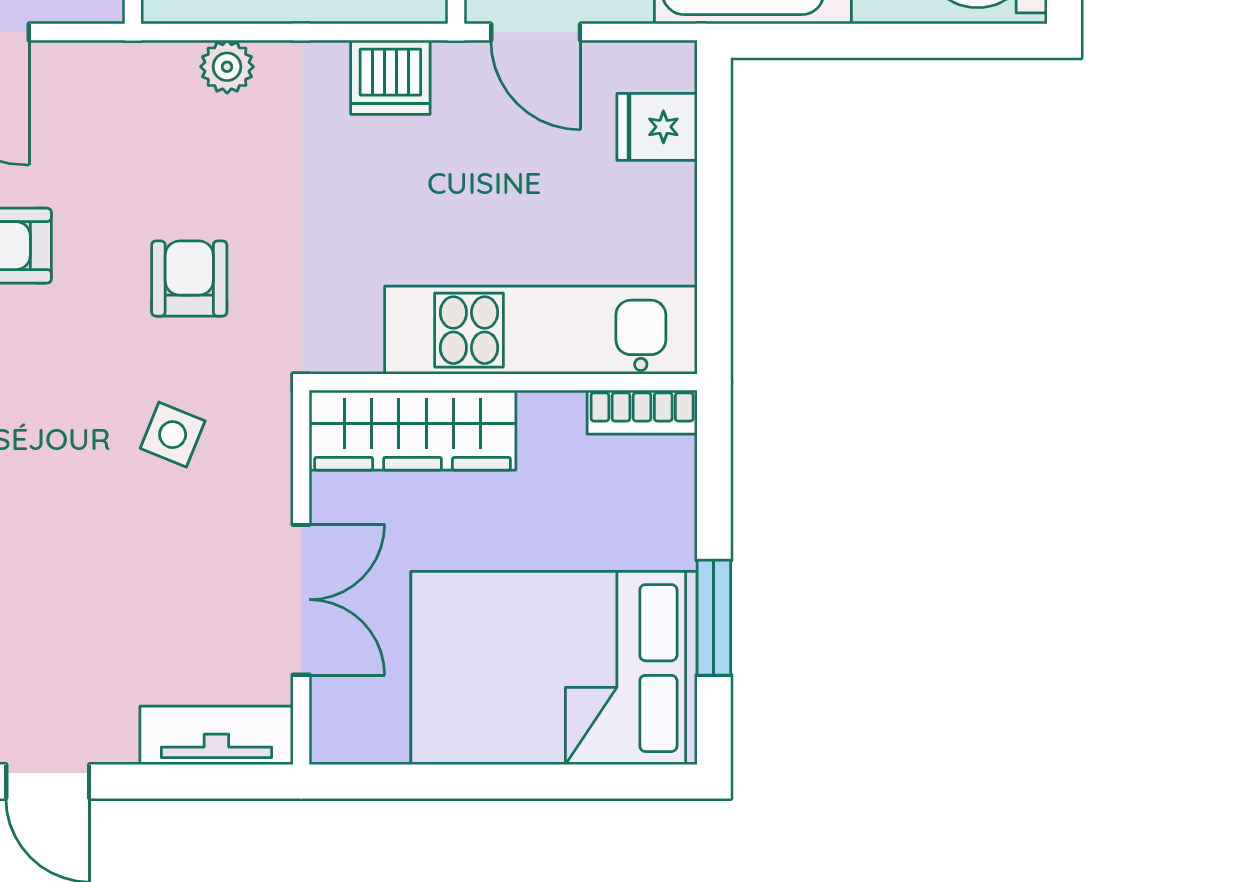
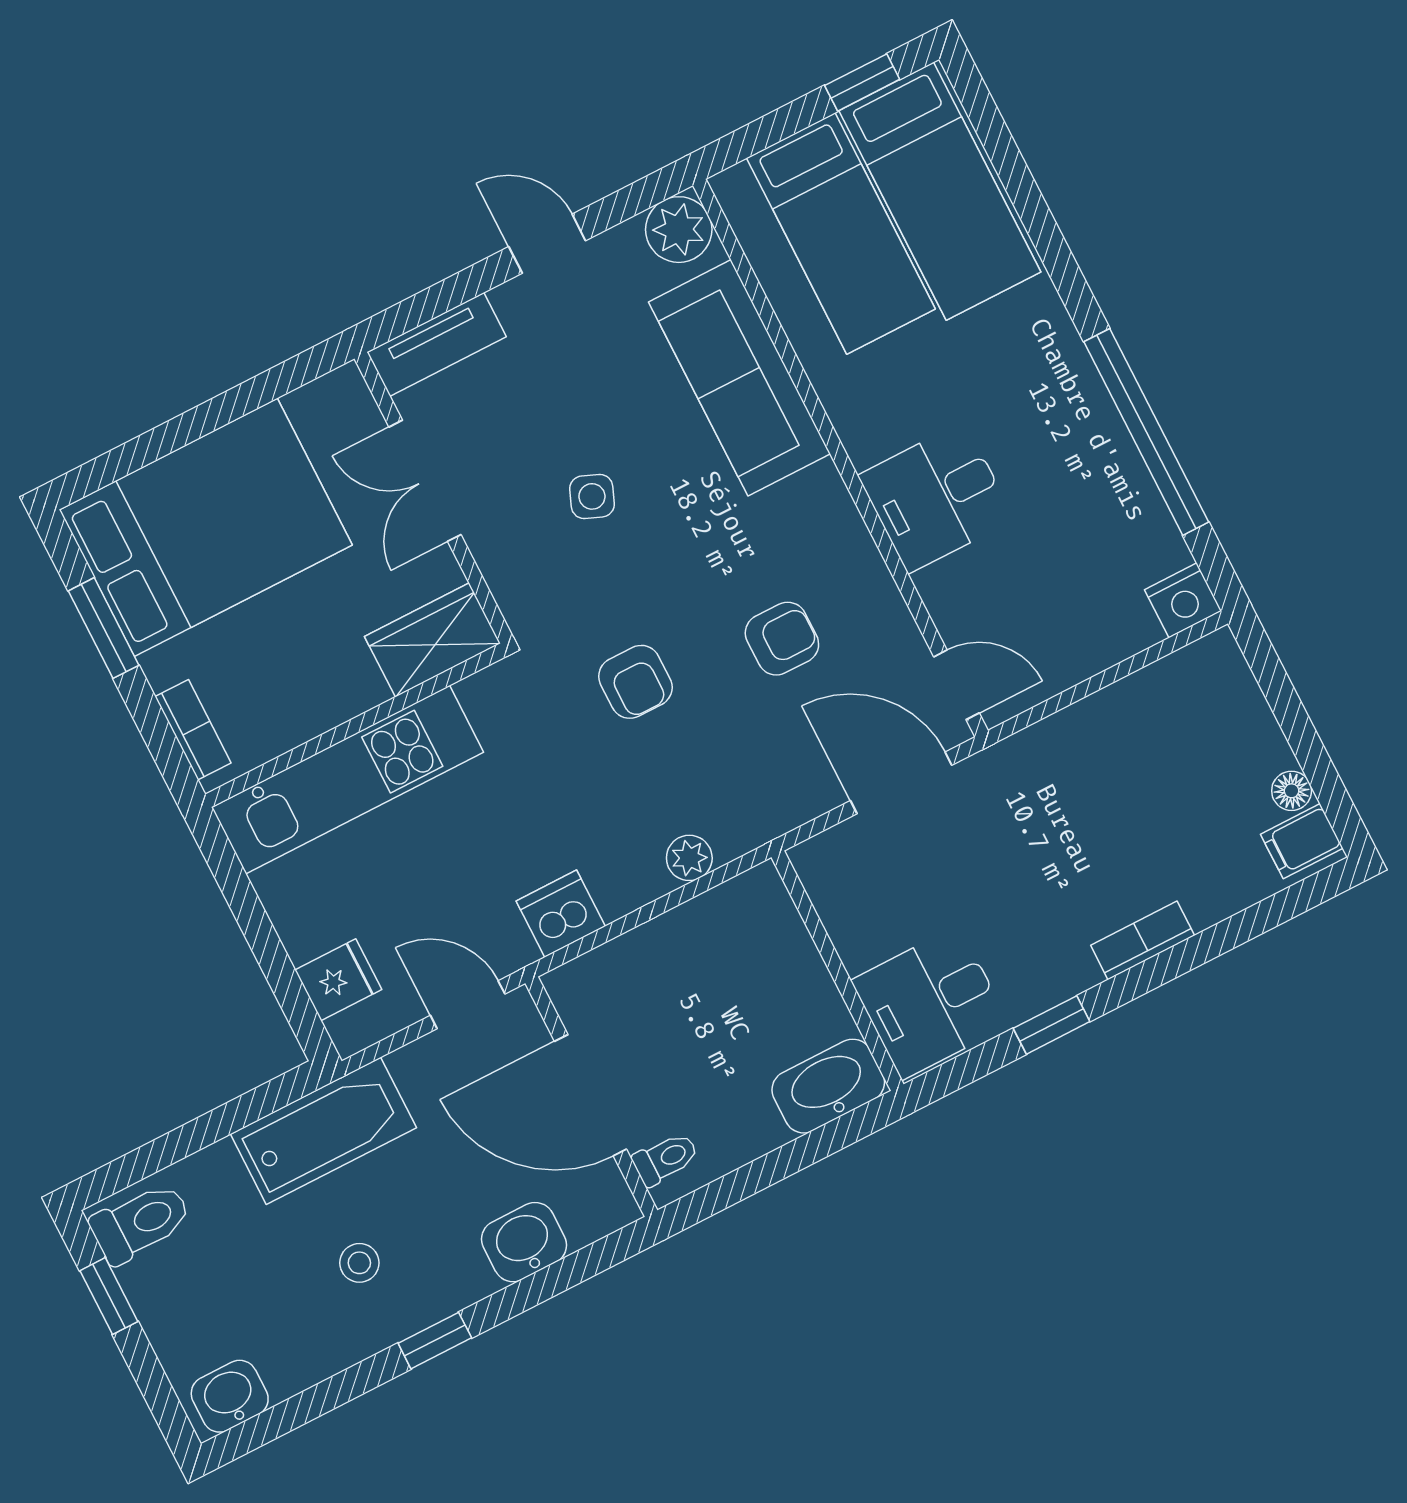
bookcase: (642, 412) -> (193, 730), moved, turned 90
wardrobe: (413, 430) -> (432, 640), width x0.67
side table: (173, 435) -> (592, 496), moved

